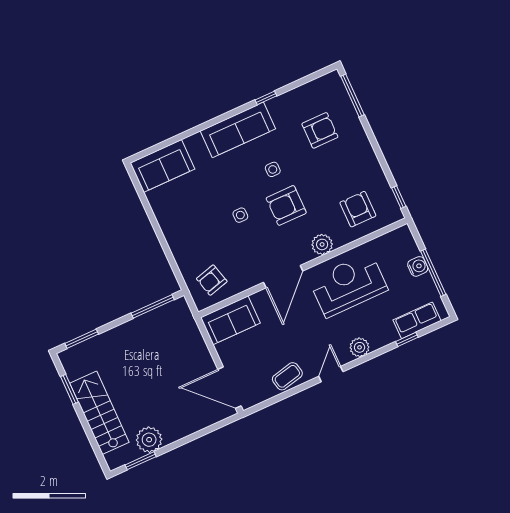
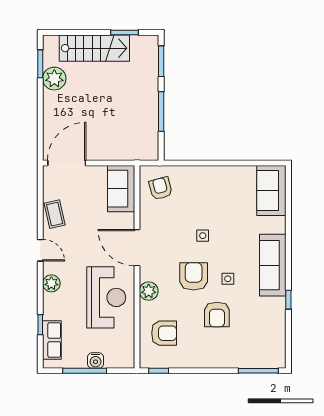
armchair: (320, 130) -> (217, 315), moved
window: (153, 306) -> (161, 112), moved

